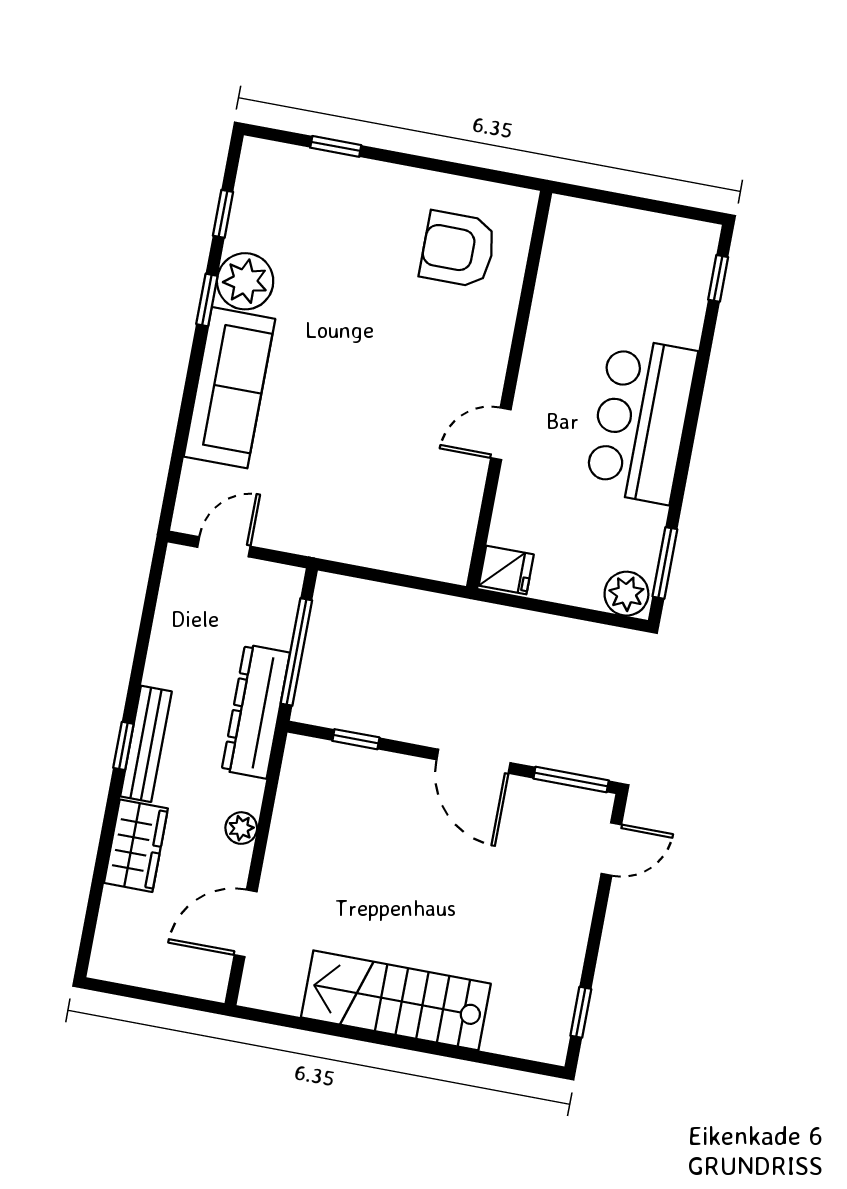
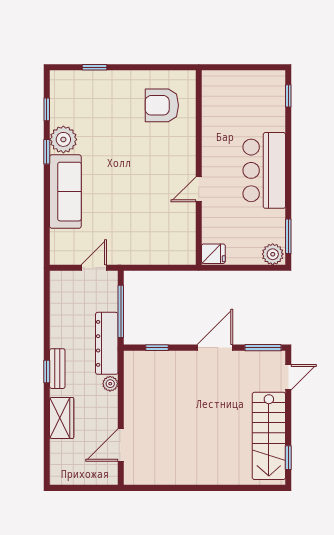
door: (224, 547) -> (94, 268), moved
bench: (146, 744) -> (57, 369), width x0.73
door: (473, 761) -> (215, 348), swing flipped
plant: (241, 828) -> (110, 384), moved
stairs: (396, 1000) -> (269, 436), moved, turned -90

